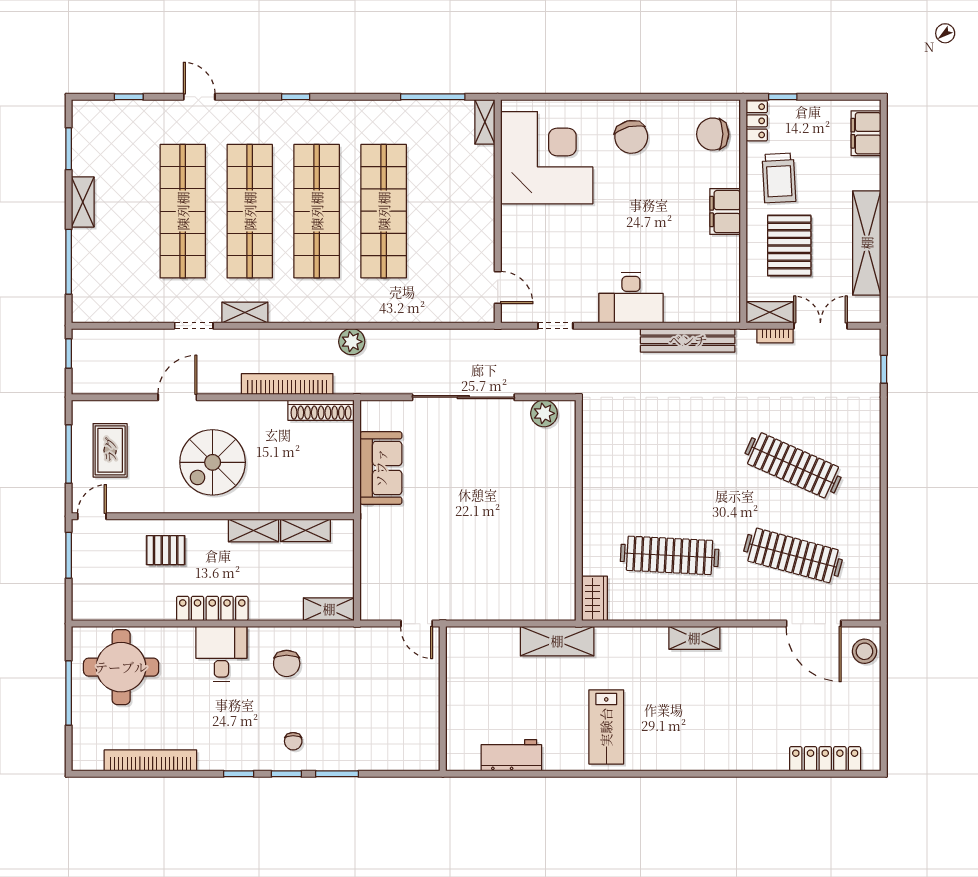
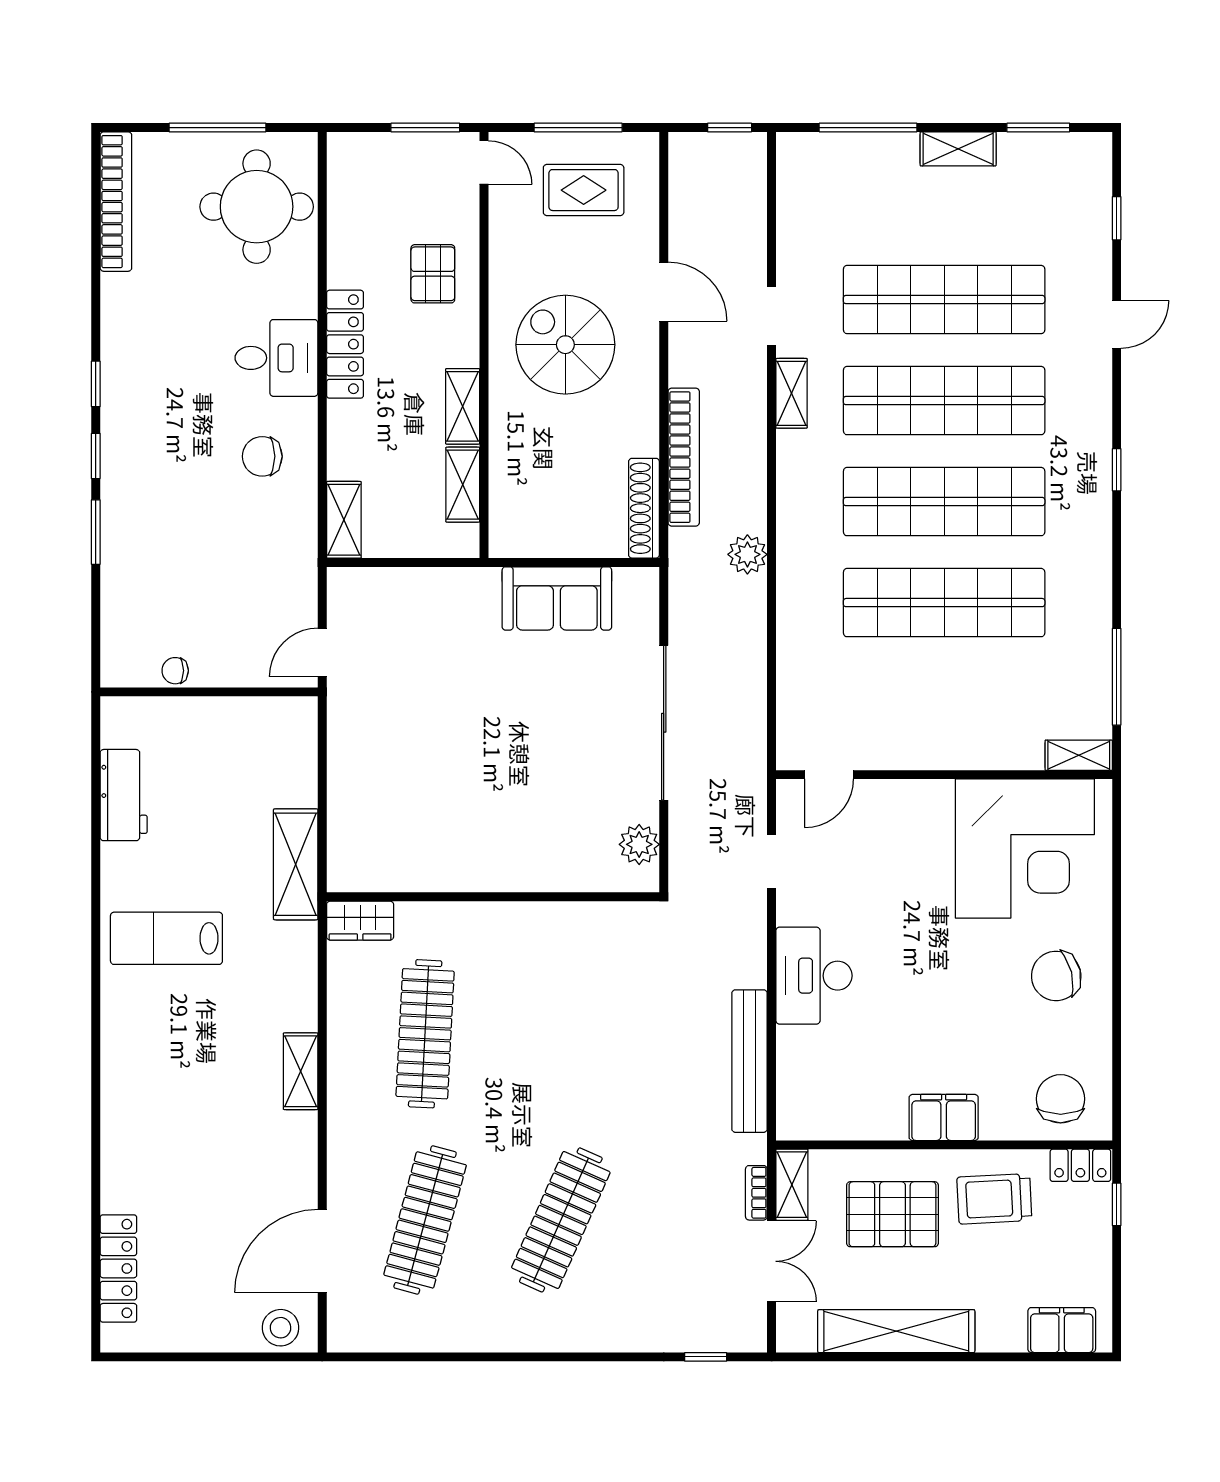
chair: (293, 741) -> (175, 671), moved
bookcase: (150, 760) -> (116, 202), moved

